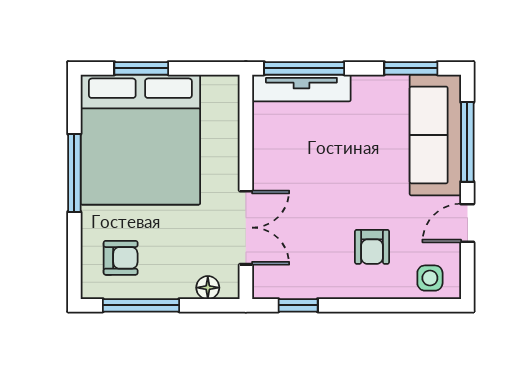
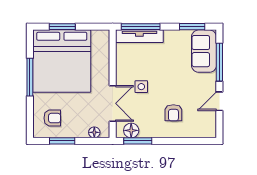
sofa: (435, 135) -> (204, 51), width x0.73
side table: (430, 278) -> (141, 87), moved
floor lamp: (284, 284) -> (131, 130), added
window: (141, 305) -> (62, 141), width x0.69
window: (298, 305) -> (138, 141), width x1.50

